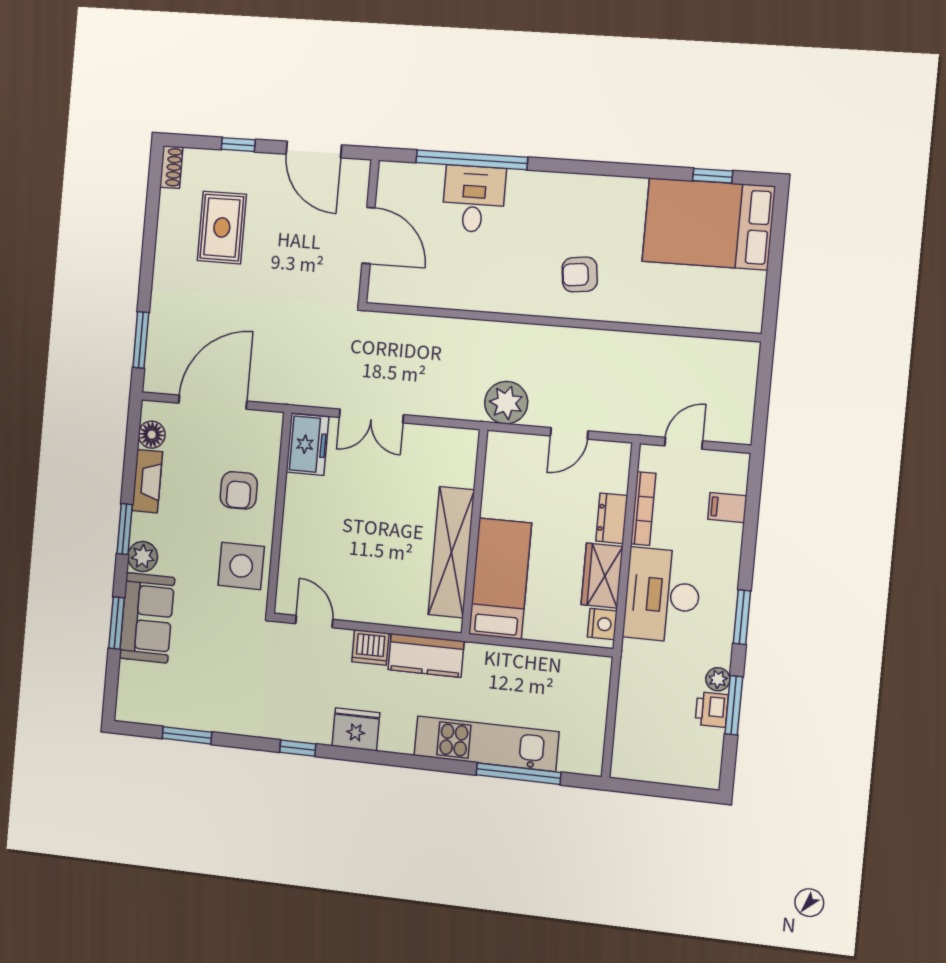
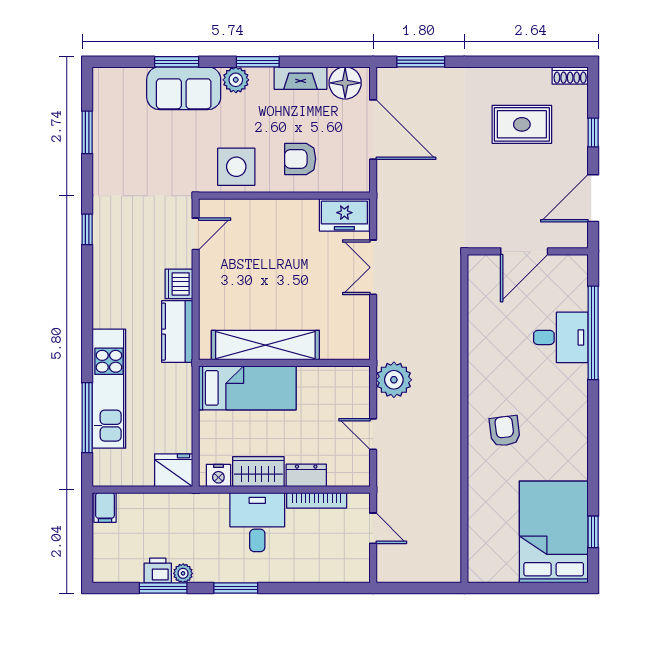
floor lamp: (152, 435) -> (345, 83), width x1.38, depth x1.38
filing cabinet: (727, 508) -> (105, 507), moved, turned 180
desk: (662, 595) -> (257, 522), width x0.73
fridge: (356, 729) -> (174, 470), moved, turned -90

